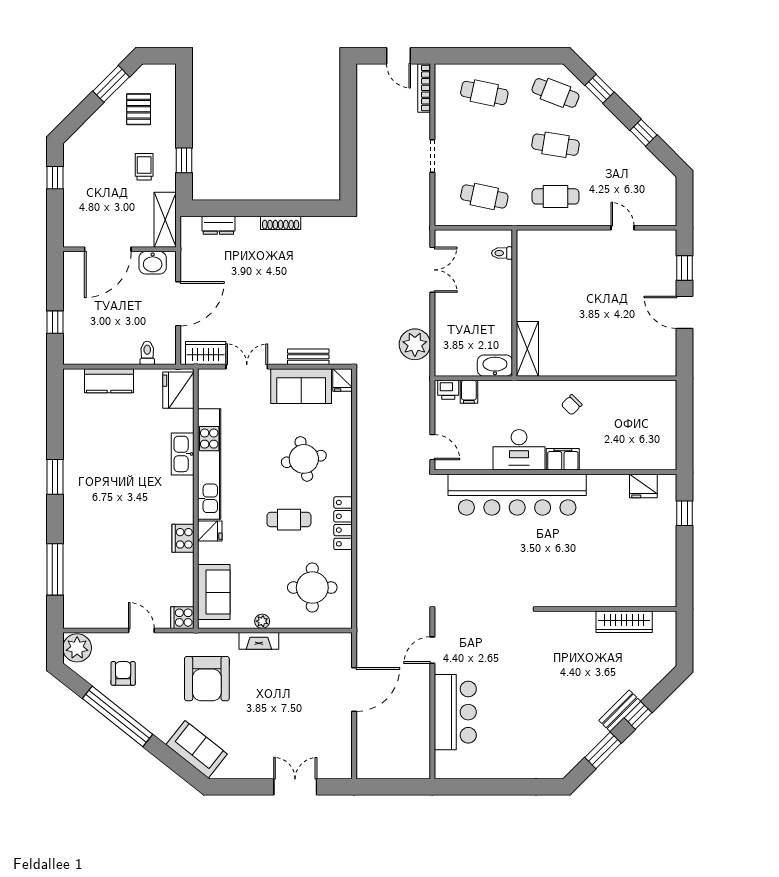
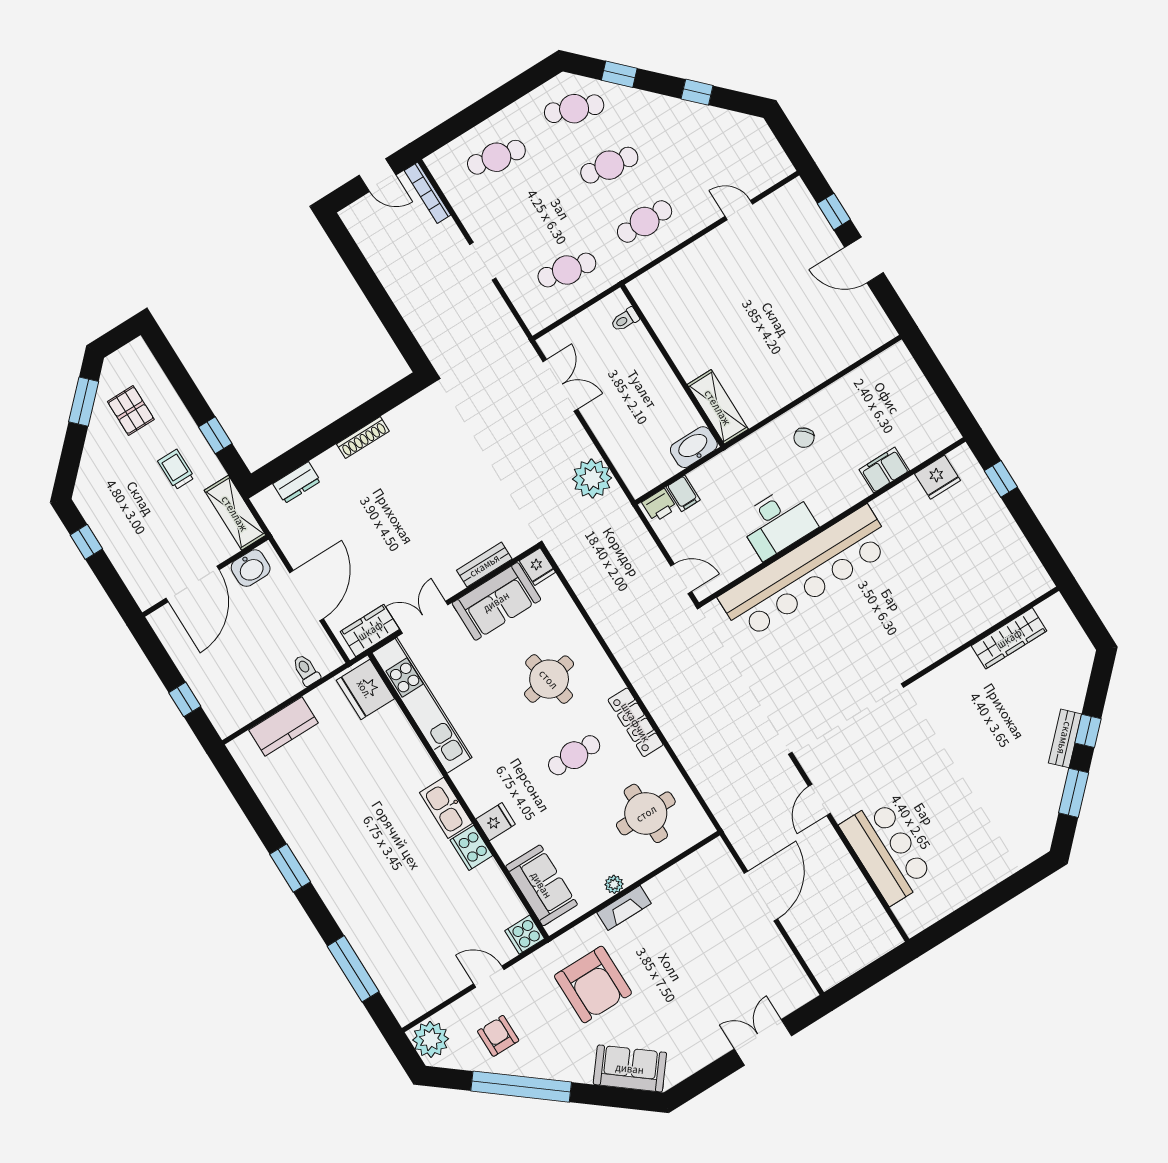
kitchen sink: (183, 454) -> (446, 808), moved
filing cabinet: (563, 459) -> (884, 470), moved
kitchen unit: (209, 464) -> (422, 705), moved

